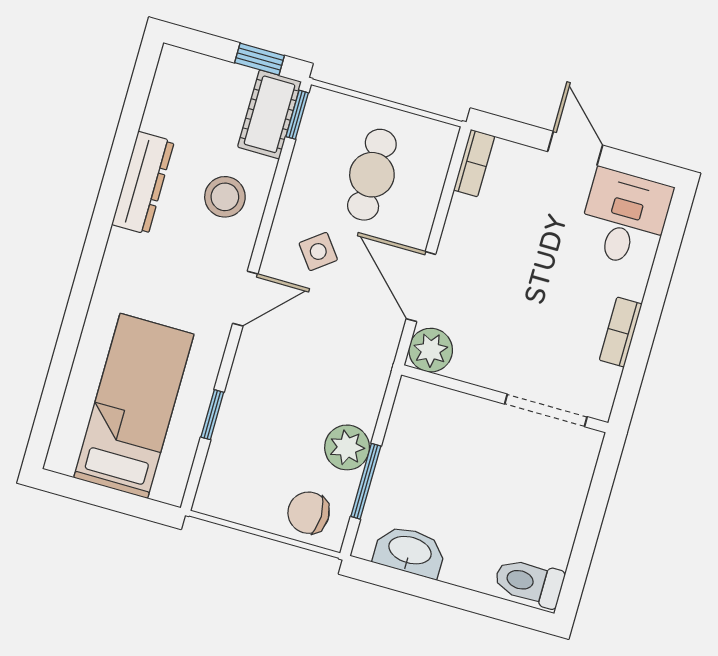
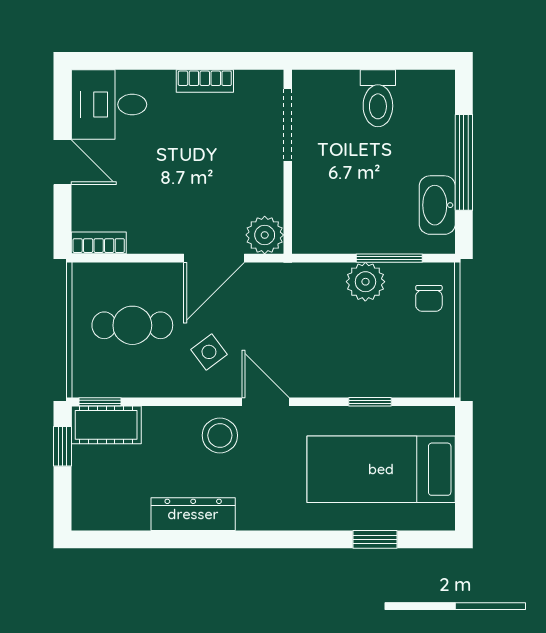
door: (575, 148) -> (62, 162), swing flipped
stool: (225, 197) -> (220, 435), moved
window: (58, 377) -> (375, 539), added
chair: (309, 513) -> (429, 298), width x0.73, depth x0.73
toilet: (529, 582) -> (378, 98), moved
window: (449, 594) -> (464, 162), added

